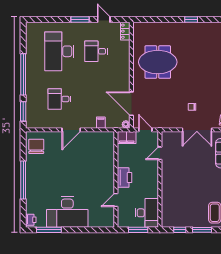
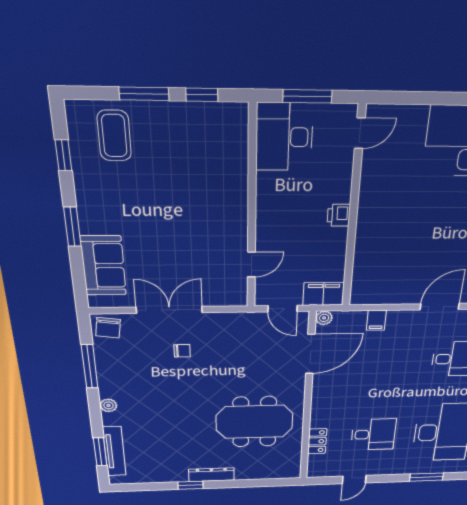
window: (80, 20) -> (426, 477), moved
door: (104, 20) -> (354, 480), hinge flipped
dresser: (180, 27) -> (211, 475), added
locker: (125, 31) -> (317, 441), moved
door: (131, 104) -> (310, 354), hinge flipped
printer: (125, 178) -> (339, 215), width x0.53, depth x0.68
door: (116, 200) -> (360, 133), moved

